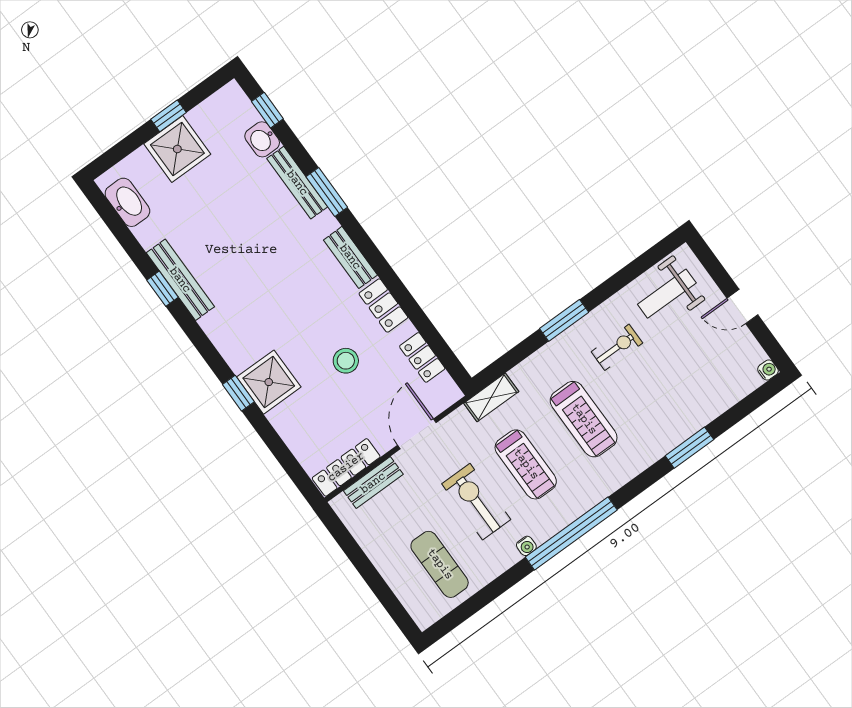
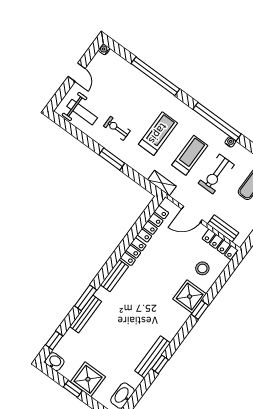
washbasin: (262, 139) -> (55, 362), moved, turned -90
locker: (422, 357) -> (153, 224), width x1.53
stool: (346, 361) -> (202, 268), moved
window: (689, 448) -> (155, 76), width x2.11

